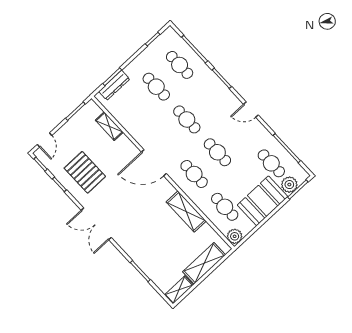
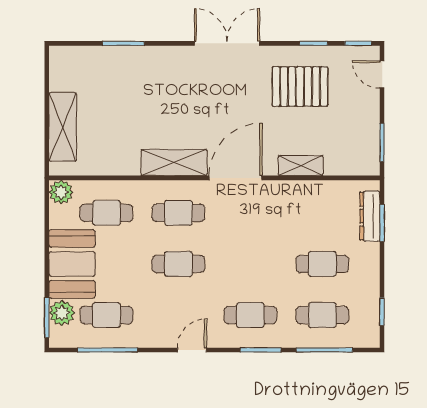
cafe table: (187, 119) -> (250, 315), moved
shelving: (109, 126) -> (301, 166), moved
shelving: (186, 211) -> (174, 162), moved
shelving: (179, 290) -> (59, 68), removed

